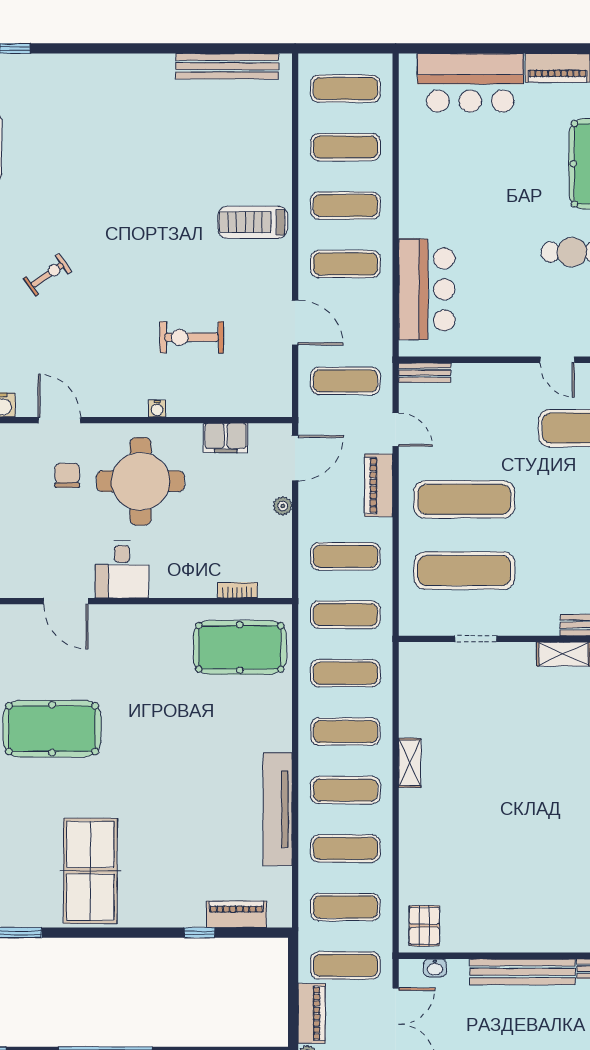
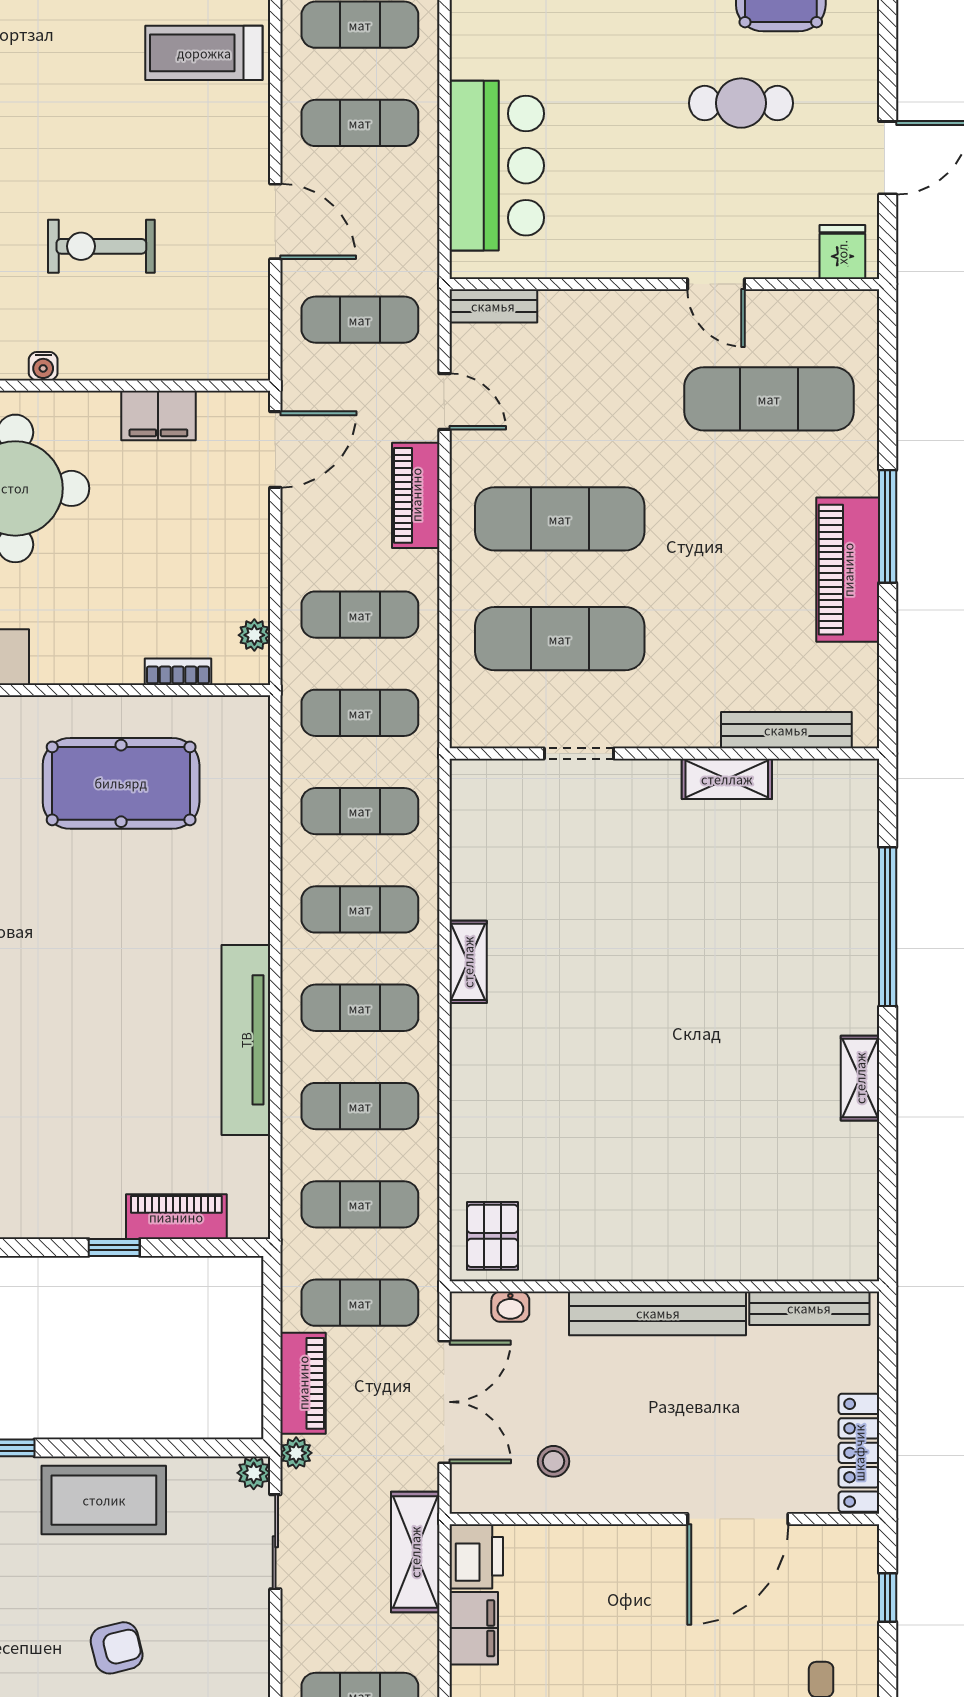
plant: (283, 506) -> (254, 635), moved
pool table: (240, 647) -> (121, 783), moved

